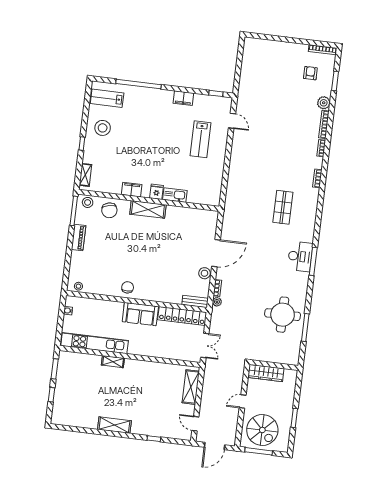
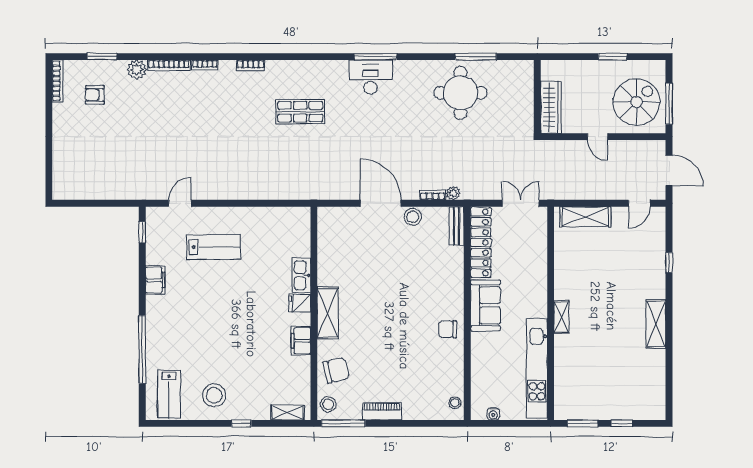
shelving: (113, 362) -> (561, 317), moved

